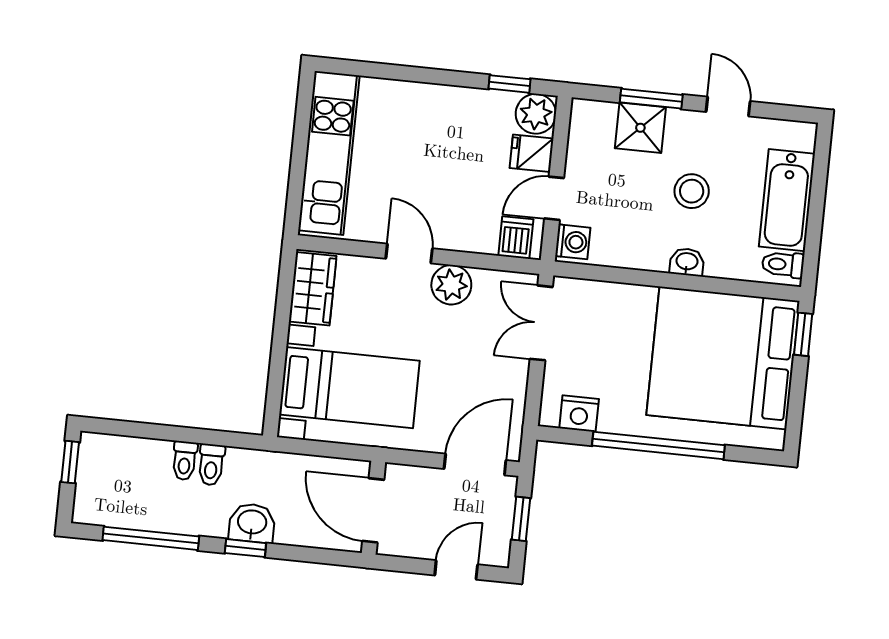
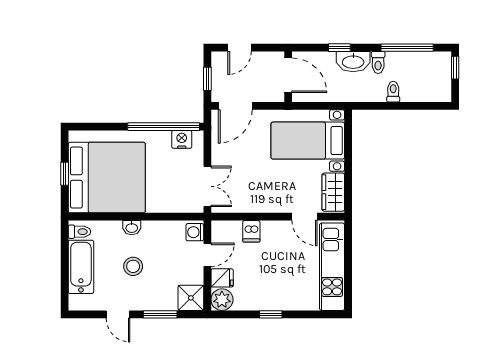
window: (509, 84) -> (271, 314), moved
shower: (640, 128) -> (191, 298), moved
dishwasher: (516, 238) -> (251, 231), moved
door: (409, 254) -> (304, 217), moved
plant: (451, 285) -> (258, 202), removed
window: (803, 334) -> (65, 174), moved
window: (658, 445) -> (164, 127), moved
window: (70, 462) -> (455, 68), moved
toilet: (211, 465) -> (378, 62), moved, turned 180
washbasin: (252, 523) -> (353, 62), width x1.38
window: (245, 548) -> (339, 48), moved

